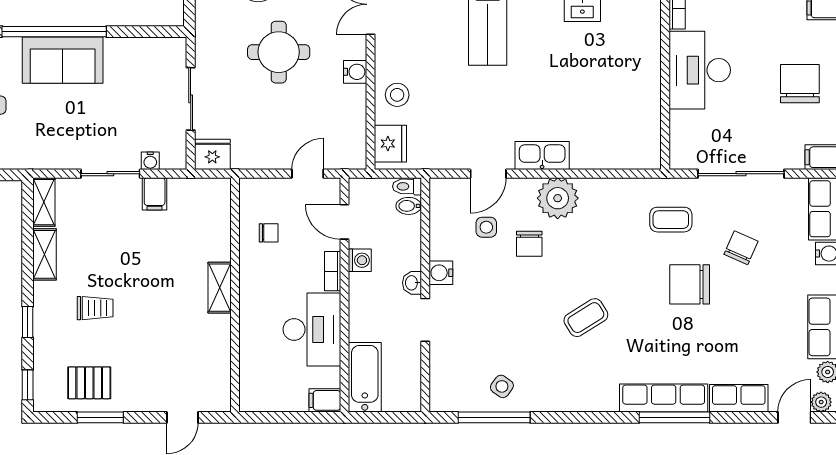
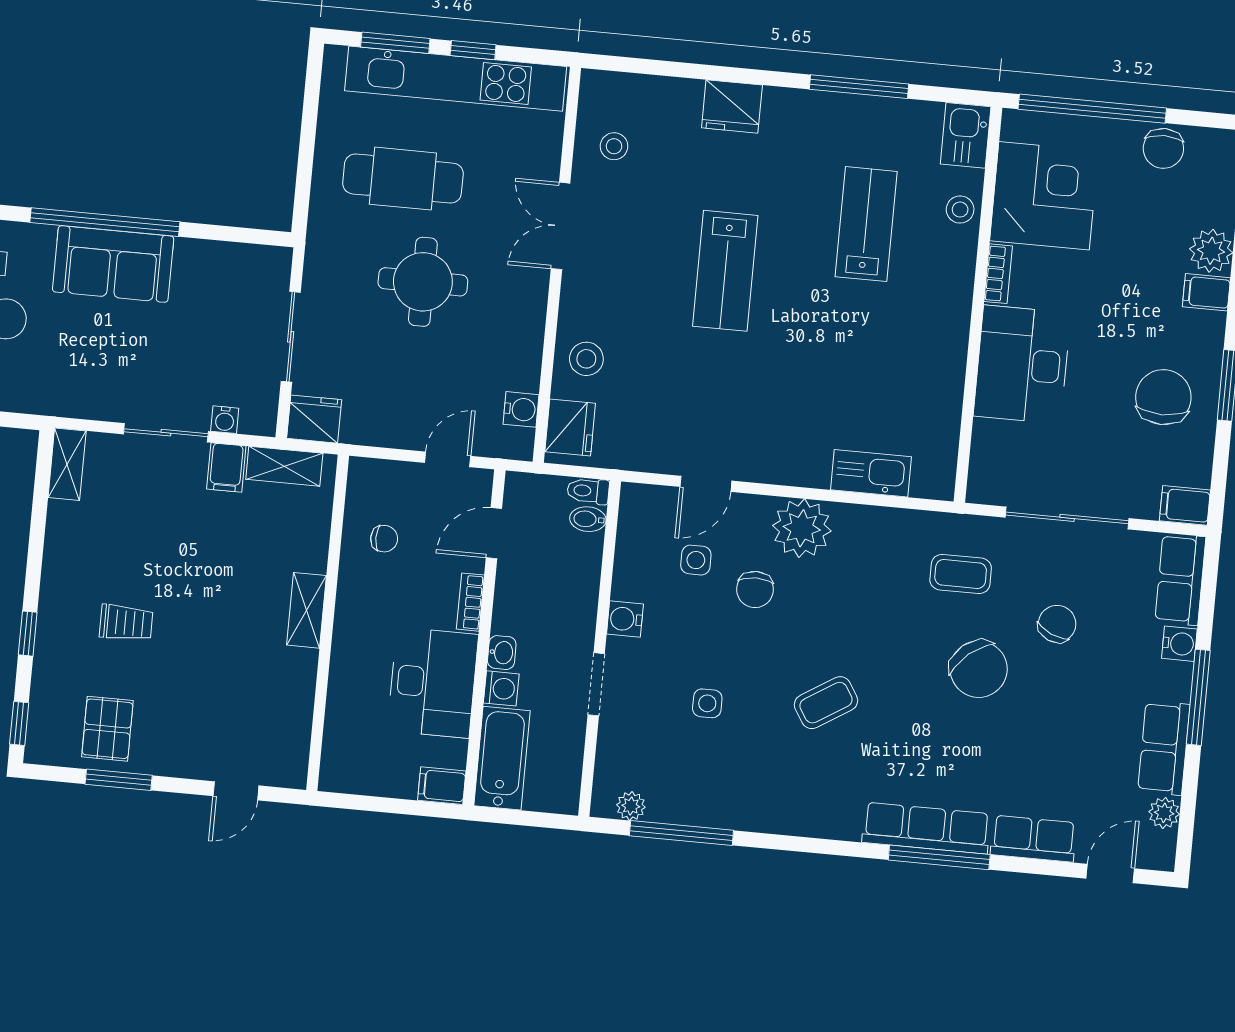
water cooler: (355, 72) -> (521, 409), moved
kitchen sink: (542, 156) -> (871, 473), moved
door: (344, 222) -> (494, 533), hinge flipped
shelving: (44, 254) -> (284, 466), moved, turned 90
washing machine: (360, 260) -> (501, 688), moved
washbasin: (412, 283) -> (502, 653), moved, turned 180
chair: (690, 284) -> (979, 669), turned -130
pallet: (89, 383) -> (107, 729), turned 90
side table: (502, 386) -> (707, 703), moved, turned -36
plant: (821, 402) -> (631, 806), moved

